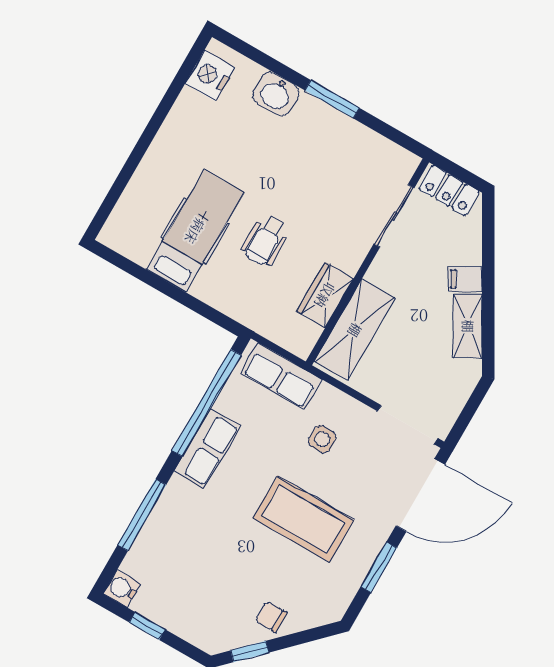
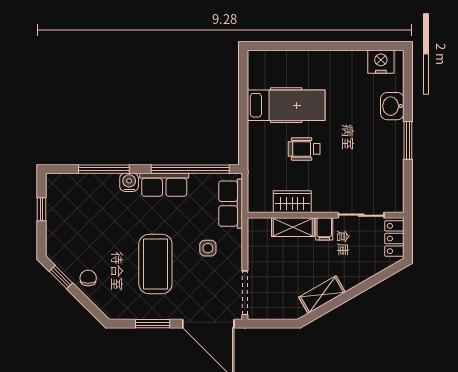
filing cabinet: (465, 279) -> (324, 229), moved, turned -150
shelving: (355, 330) -> (293, 227), width x0.67, depth x0.75
water cooler: (122, 589) -> (129, 182), moved

